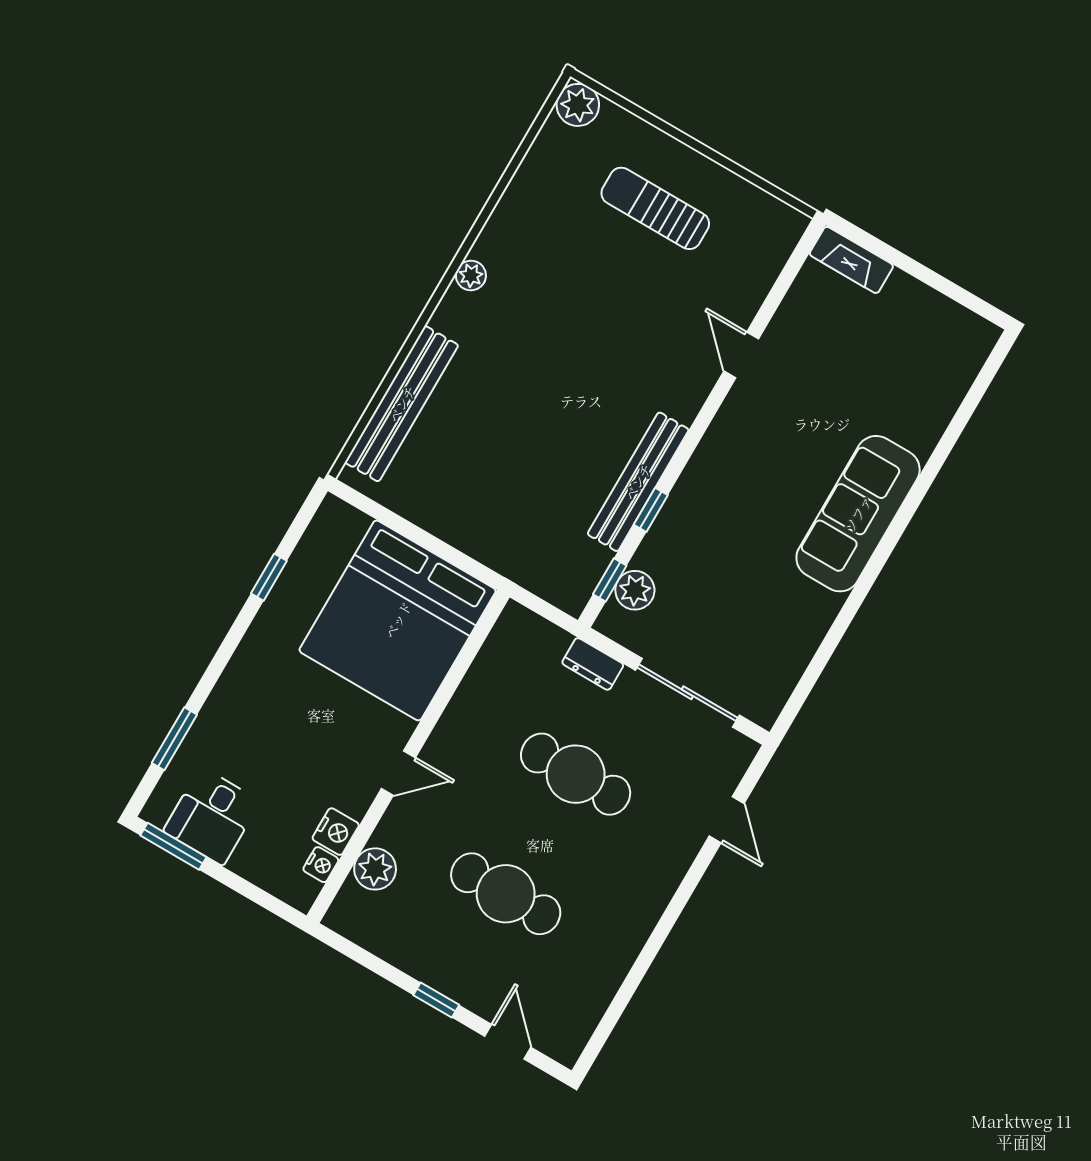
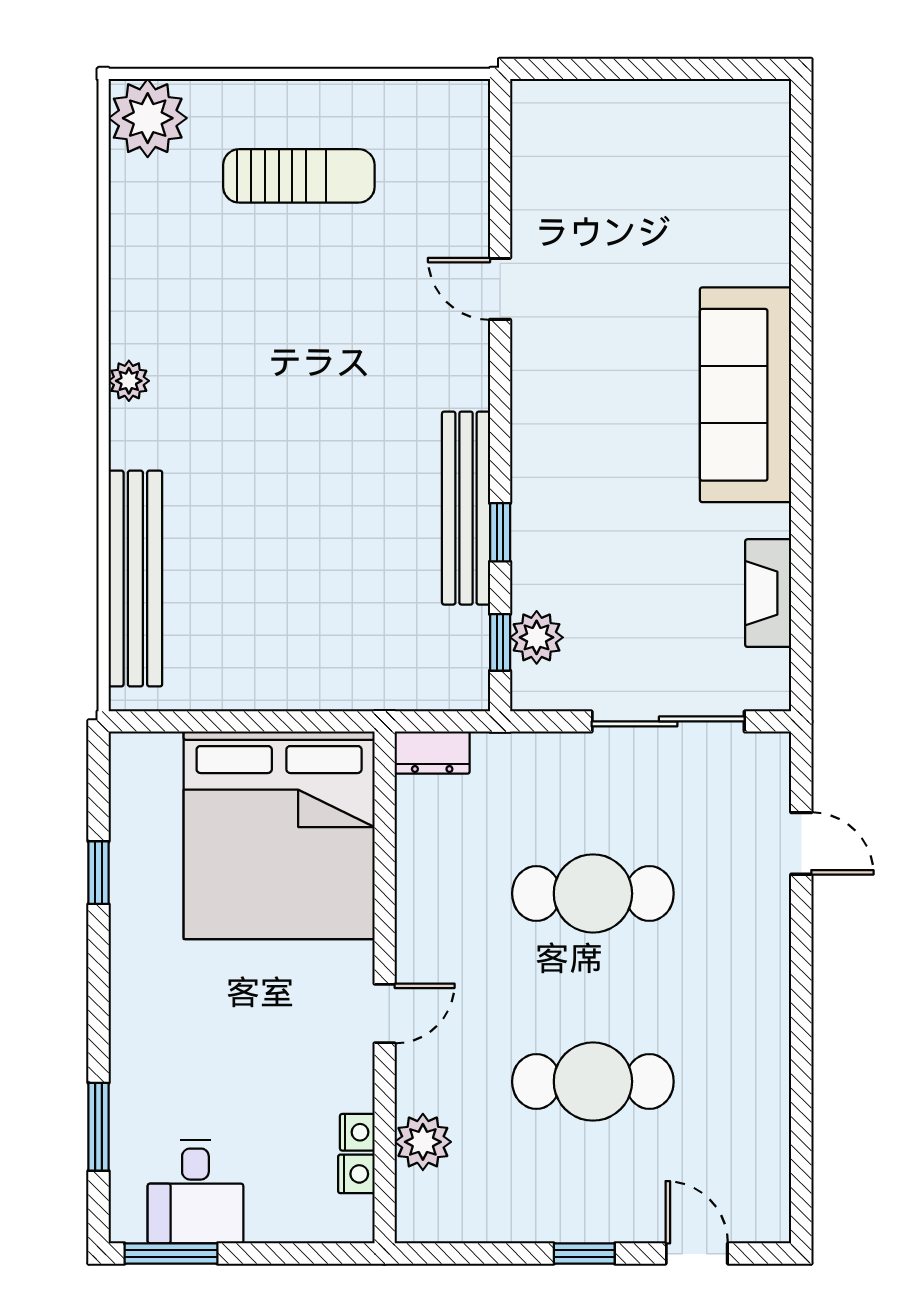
plant: (578, 105) -> (148, 118), width x1.36, depth x1.36
sun lounger: (655, 208) -> (299, 176), turned 180
fireplace: (851, 260) -> (768, 593), moved, turned 90
dresser: (593, 664) -> (432, 753), moved
nightstand: (336, 832) -> (357, 1132), width x0.72, depth x0.74

